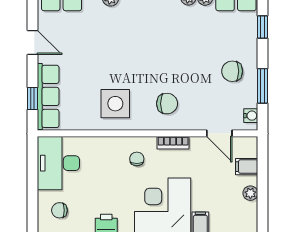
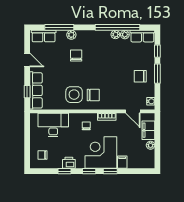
chair: (119, 35) -> (76, 55), added
window: (263, 86) -> (157, 74), moved
chair: (167, 104) -> (93, 95), moved
desk: (58, 163) -> (53, 125), moved, turned 90
filing cabinet: (247, 167) -> (148, 130), width x2.00

